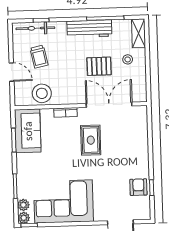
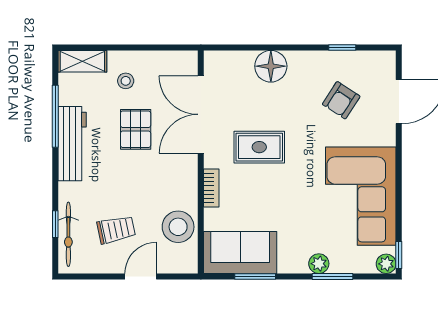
floor lamp: (139, 145) -> (271, 66), added
armchair: (138, 187) -> (341, 100), moved, turned -57
plant: (23, 205) -> (319, 264), moved

